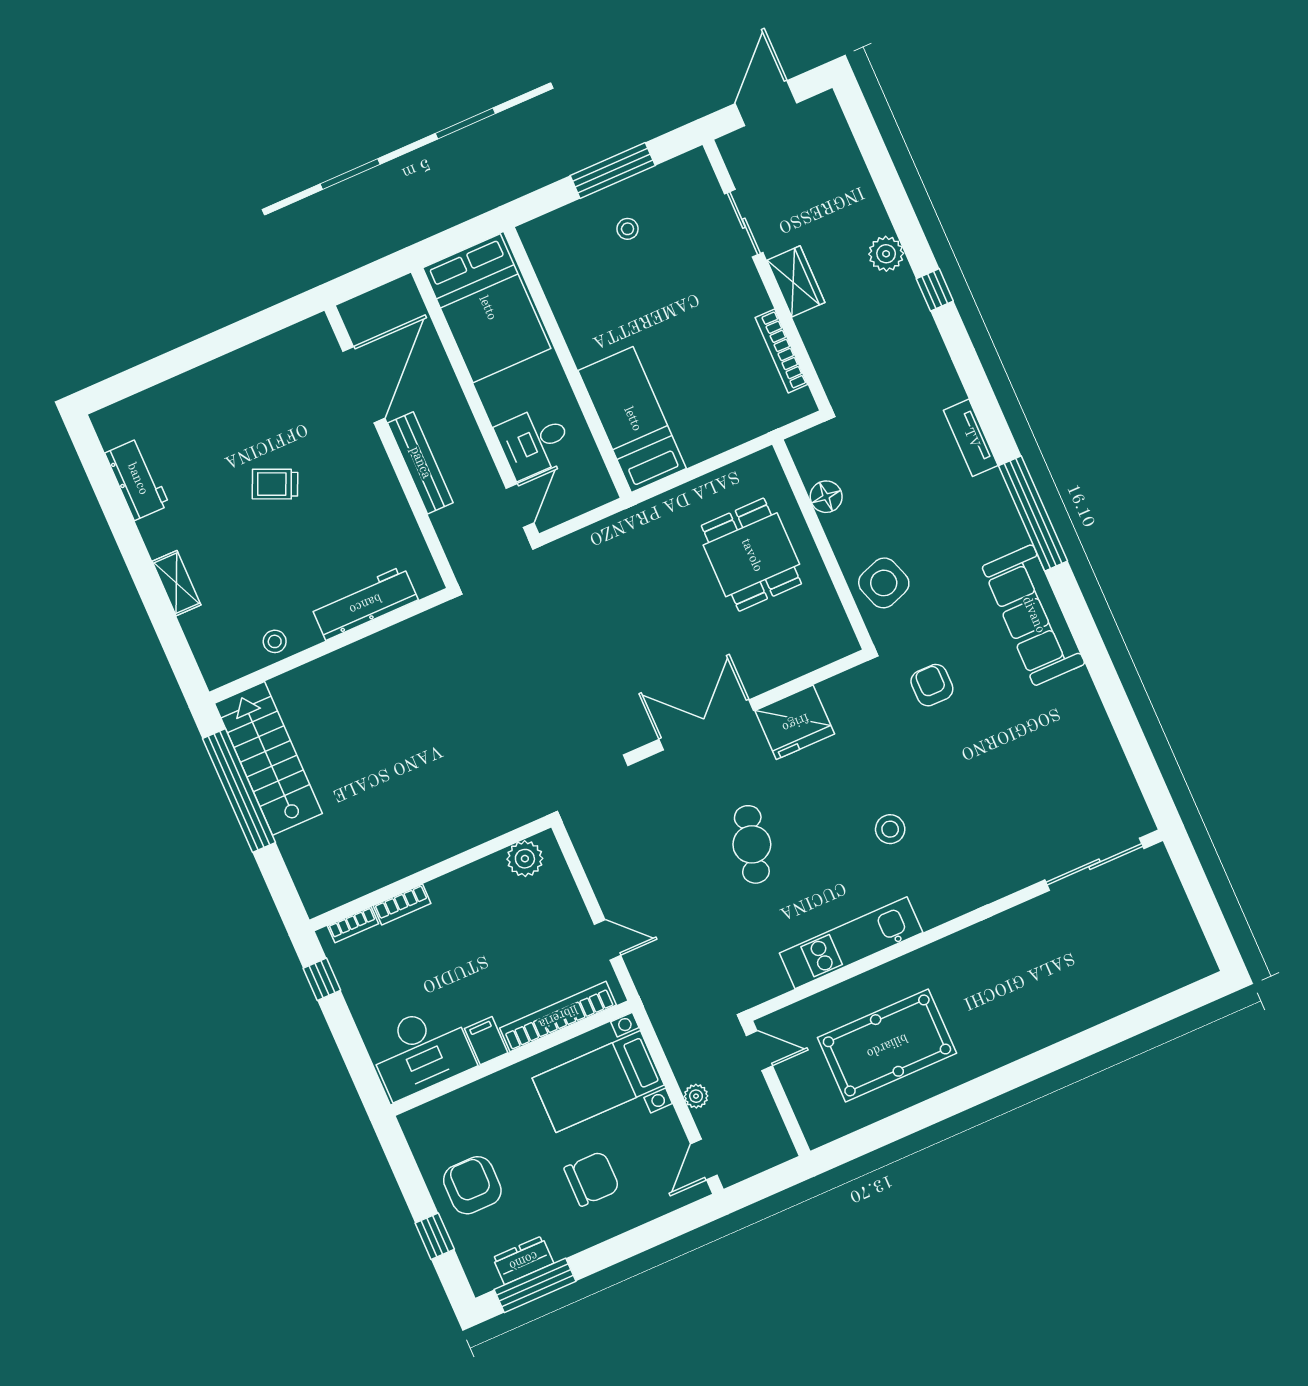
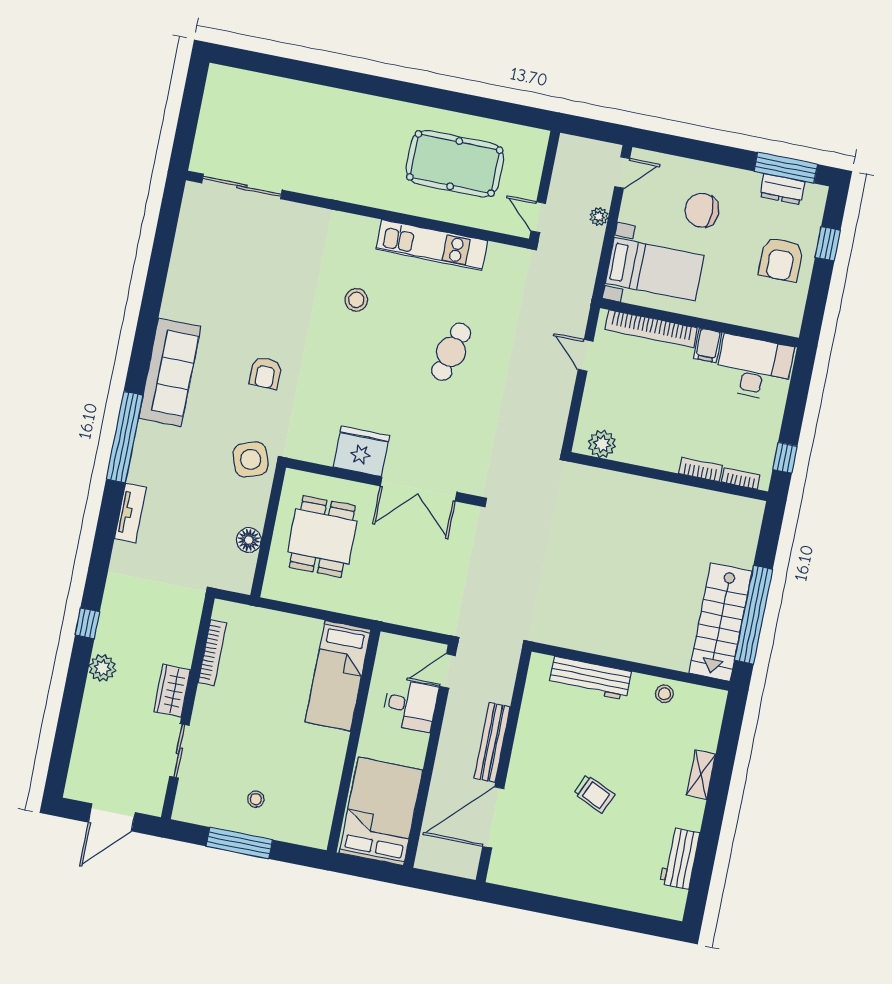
wall: (751, 705) -> (382, 482), moved
fridge: (795, 722) -> (361, 451), moved
double door: (706, 725) -> (419, 489), moved

